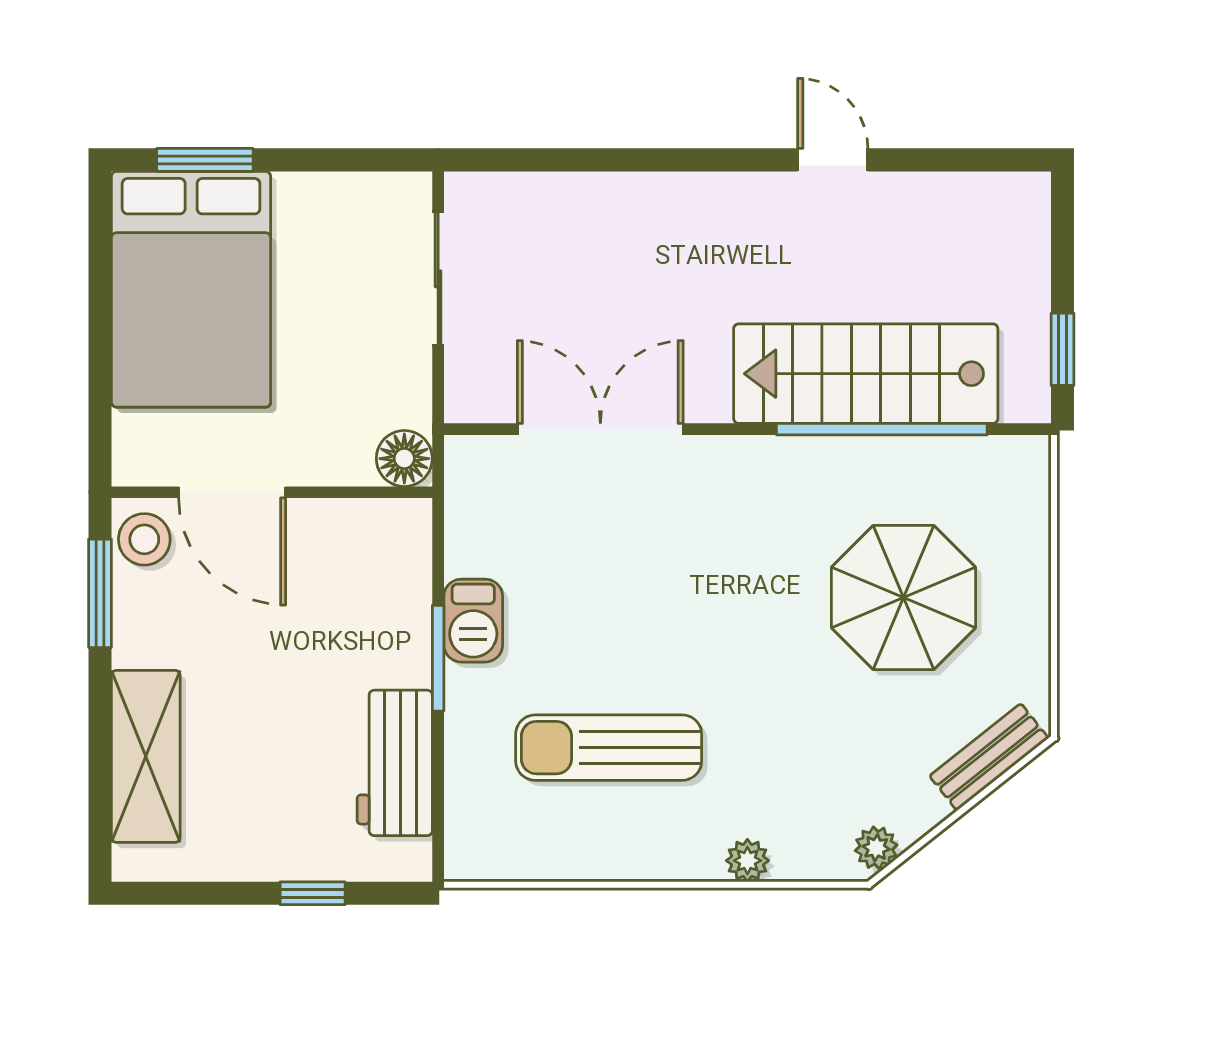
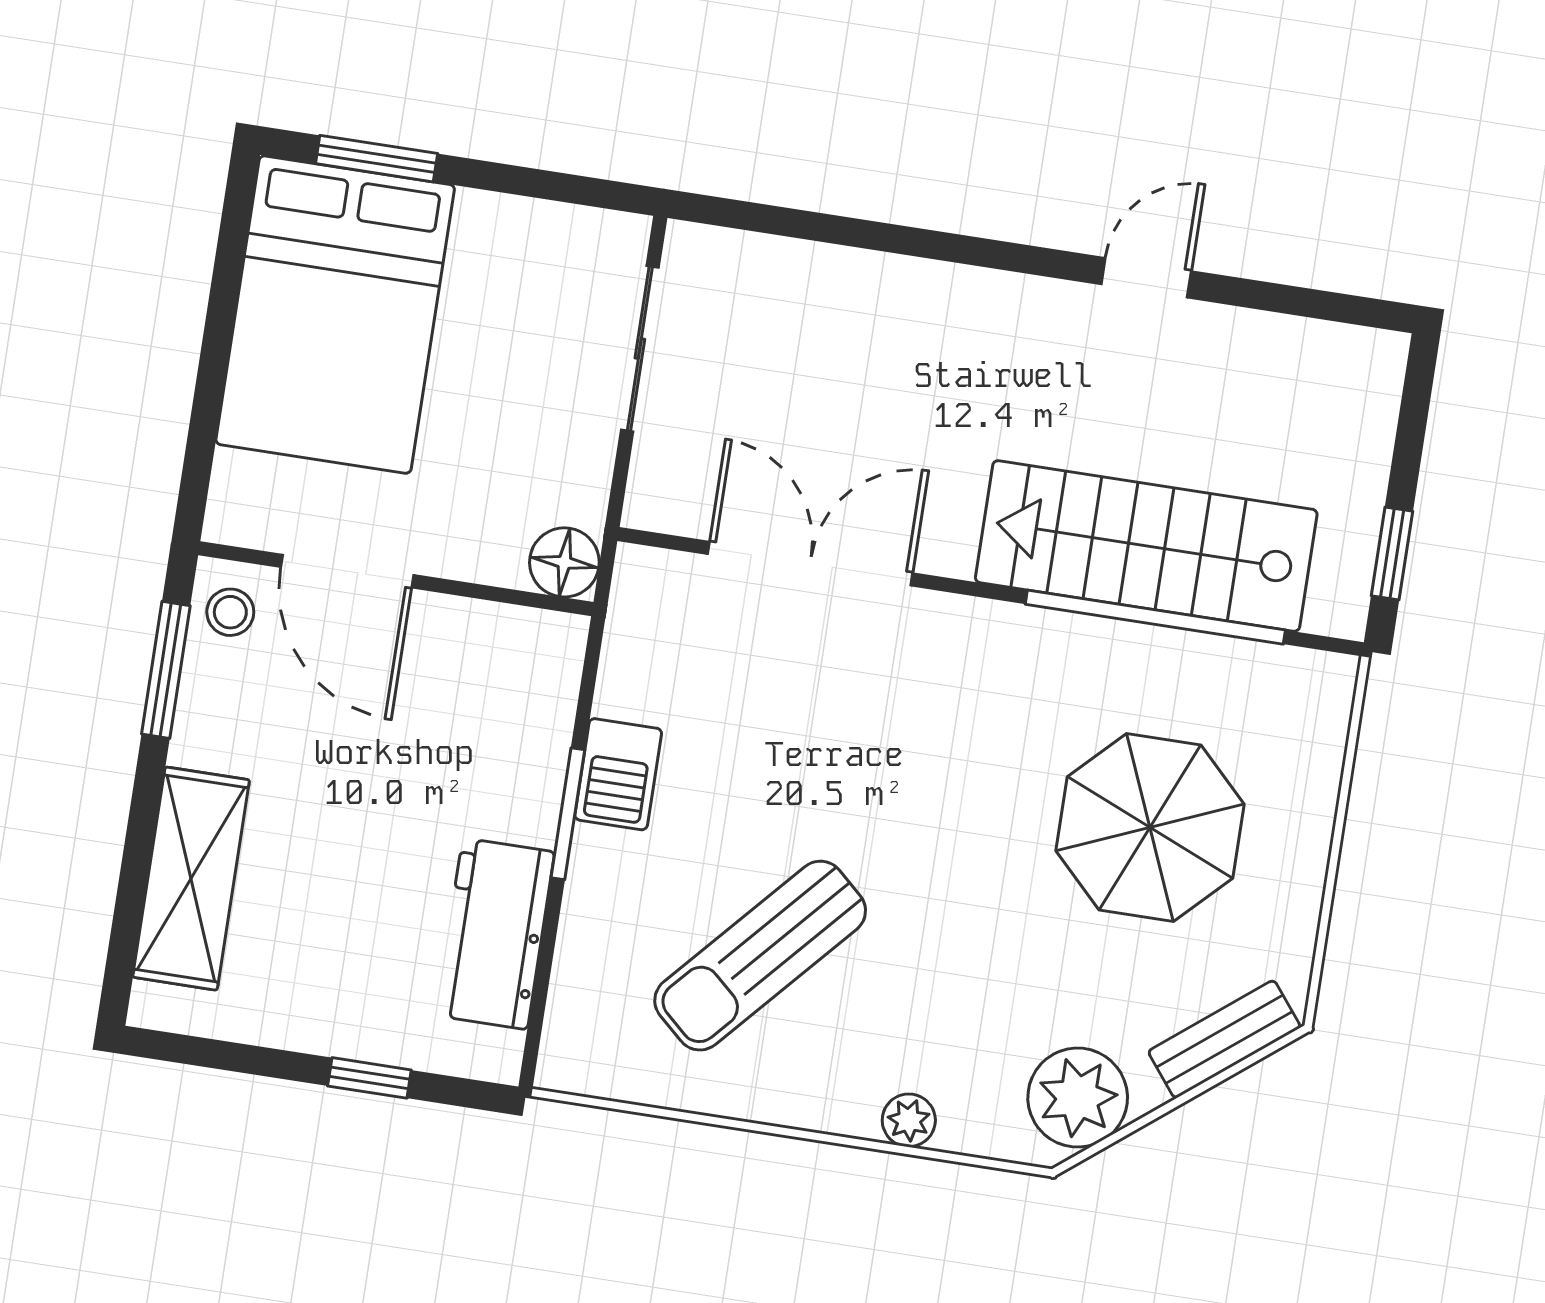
door: (833, 160) -> (1146, 278), hinge flipped
stool: (144, 539) -> (230, 612), width x0.73, depth x0.73
sun lounger: (609, 748) -> (760, 956), turned -48
plant: (876, 848) -> (1078, 1098), width x1.87, depth x1.87

